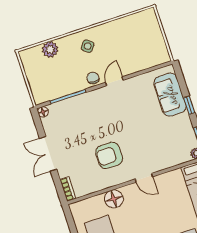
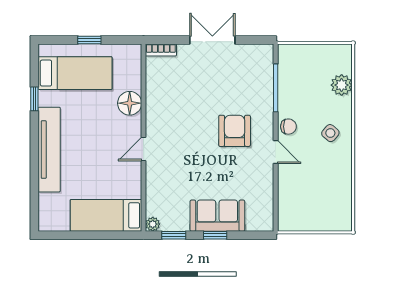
sofa: (170, 95) -> (217, 216), moved
floor lamp: (43, 112) -> (267, 51), removed
armchair: (109, 155) -> (235, 131), moved

